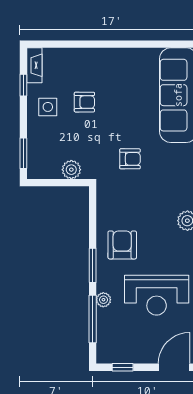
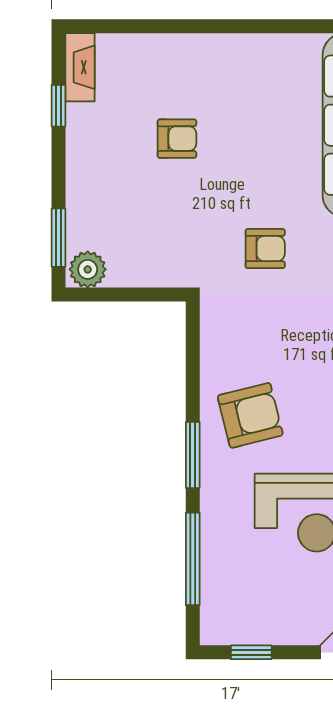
side table: (48, 107) -> (106, 148), removed
plant: (71, 170) -> (88, 269), moved
armchair: (122, 245) -> (250, 415), turned 76
plant: (103, 300) -> (214, 521), removed

